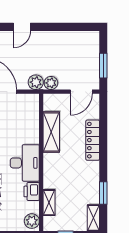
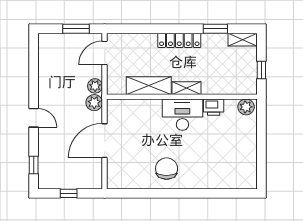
door: (81, 92) -> (105, 53), swing flipped
locker: (93, 140) -> (179, 40), moved
shelving: (49, 203) -> (187, 88), moved

